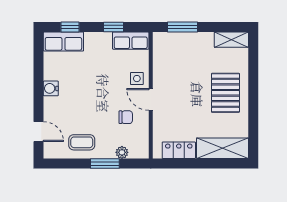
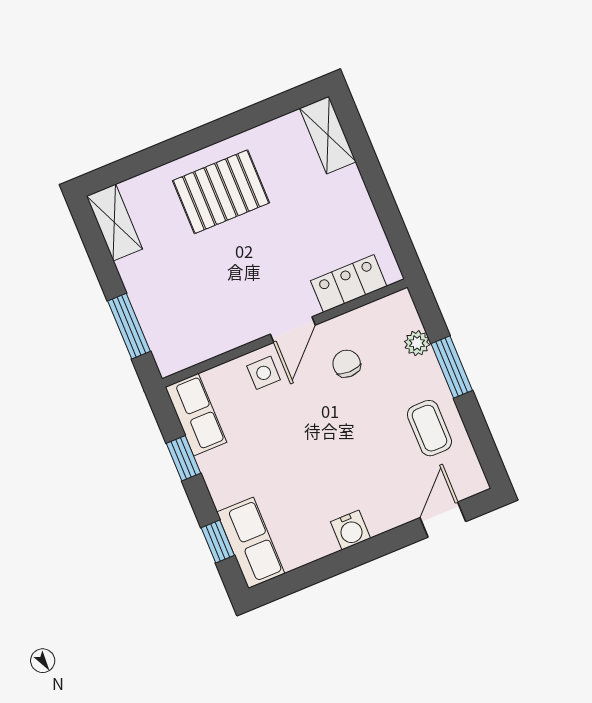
shelving: (222, 148) -> (328, 135), width x0.67, depth x0.75
locker: (179, 150) -> (349, 283), moved, turned 90

